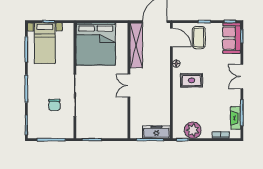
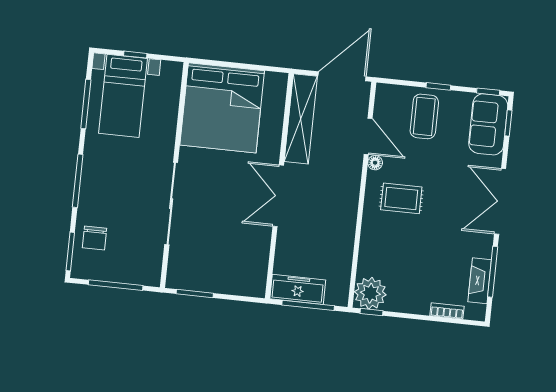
door: (171, 37) -> (368, 136), moved
double door: (242, 77) -> (500, 201), width x1.37
double door: (129, 86) -> (278, 196), width x1.37
chair: (54, 105) -> (94, 238), moved
plant: (193, 130) -> (370, 293), moved
freezer: (156, 132) -> (298, 289), moved

